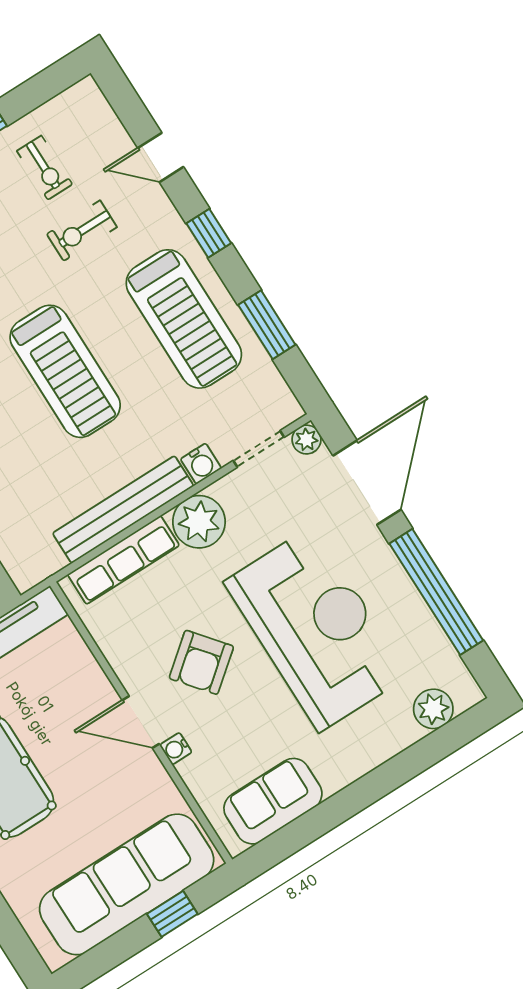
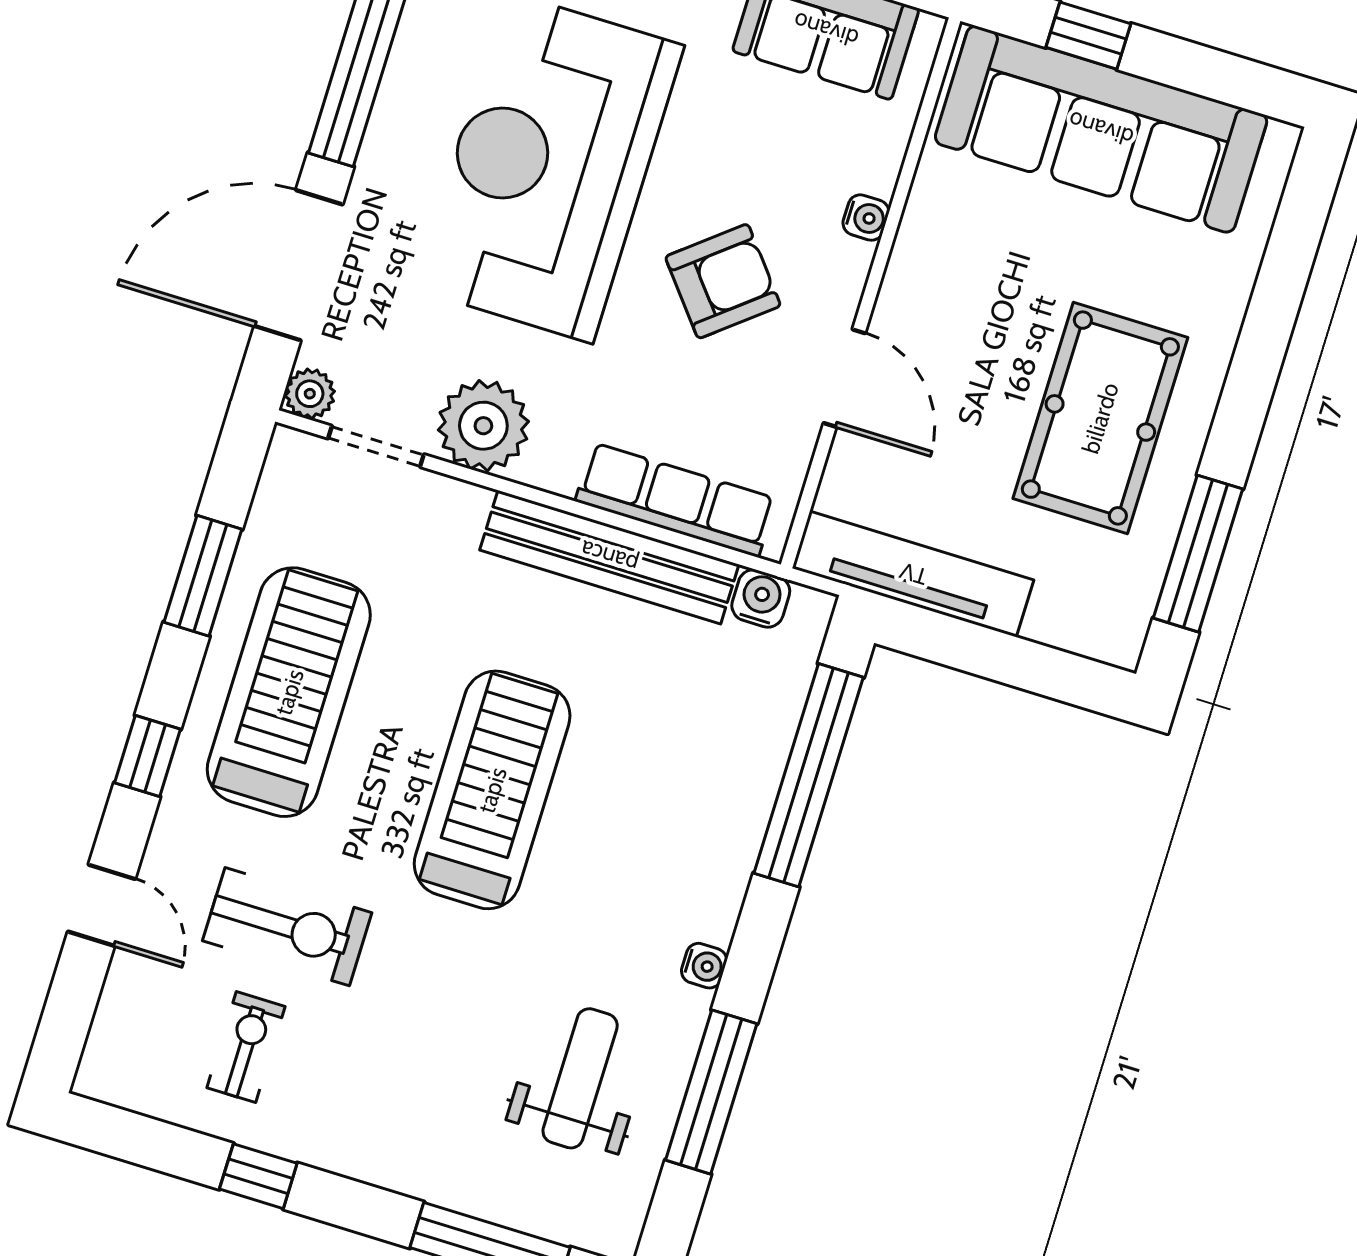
exercise bike: (82, 231) -> (287, 927), width x1.38, depth x1.39
water cooler: (201, 464) -> (761, 598), moved
plant: (199, 522) -> (483, 426), moved
door: (141, 722) -> (844, 378), moved

